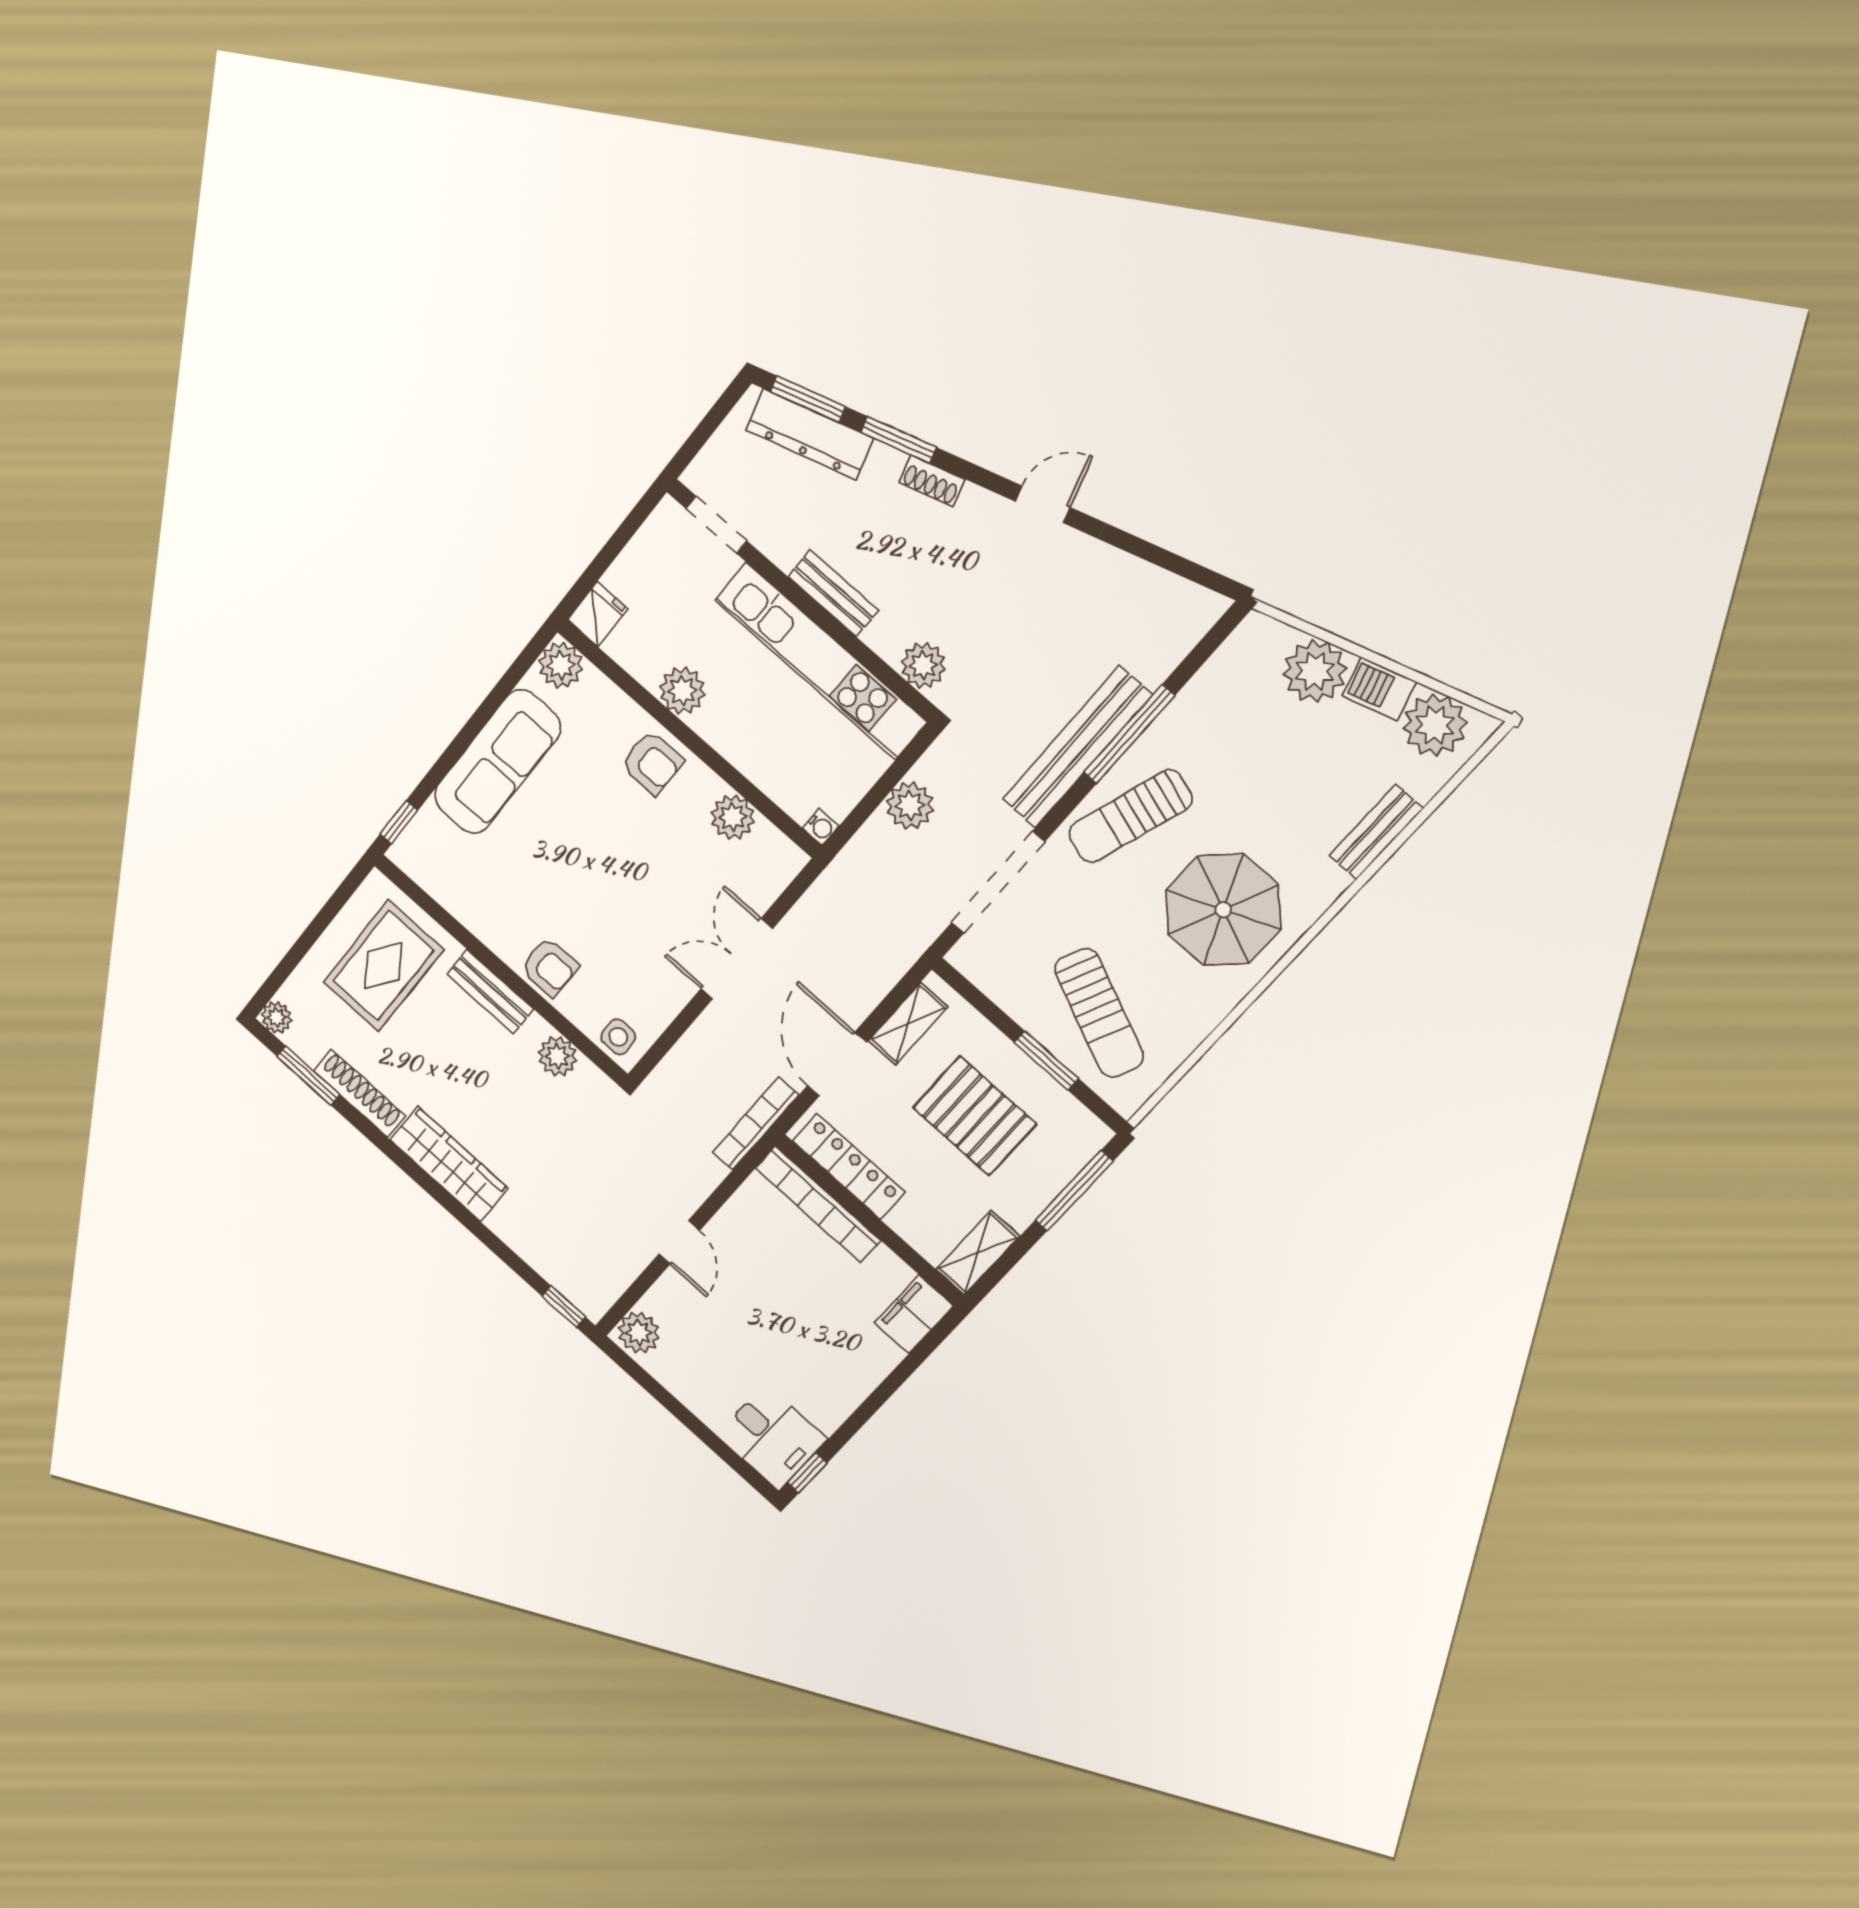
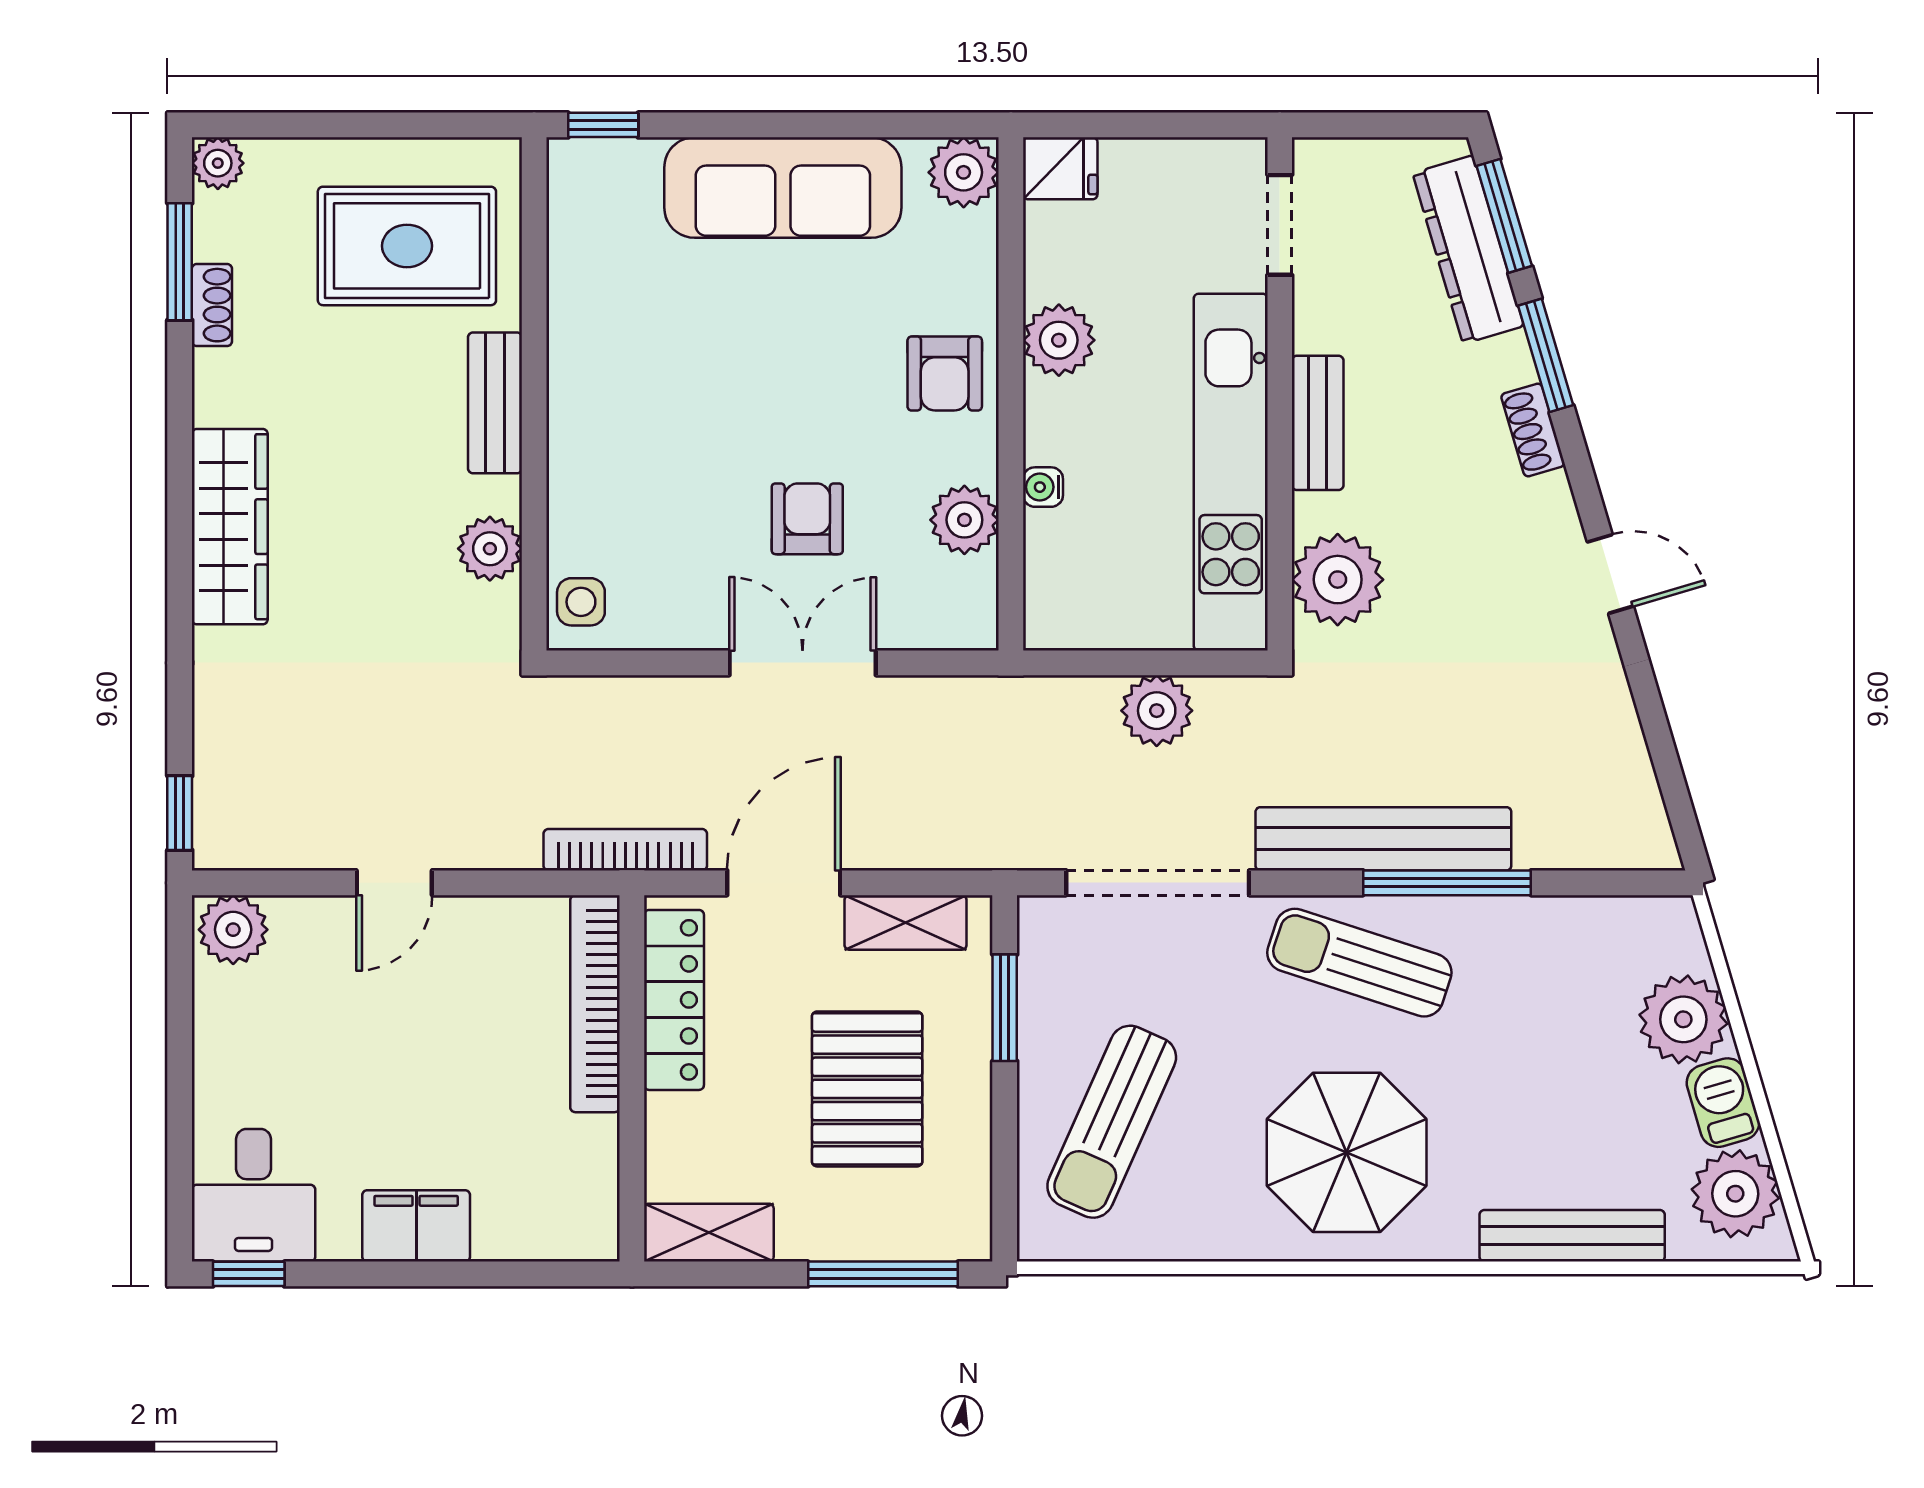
plant: (923, 665) -> (1338, 580), width x1.36, depth x1.36
water cooler: (821, 827) -> (1043, 487), moved, turned 90
bench: (1376, 832) -> (1572, 1236), width x1.36
armchair: (549, 967) -> (807, 519), moved, turned 180
window: (1046, 1060) -> (1005, 1008), moved
shoe rack: (359, 1093) -> (212, 305), width x0.51, depth x0.81
filing cabinet: (914, 1314) -> (416, 1226), moved

